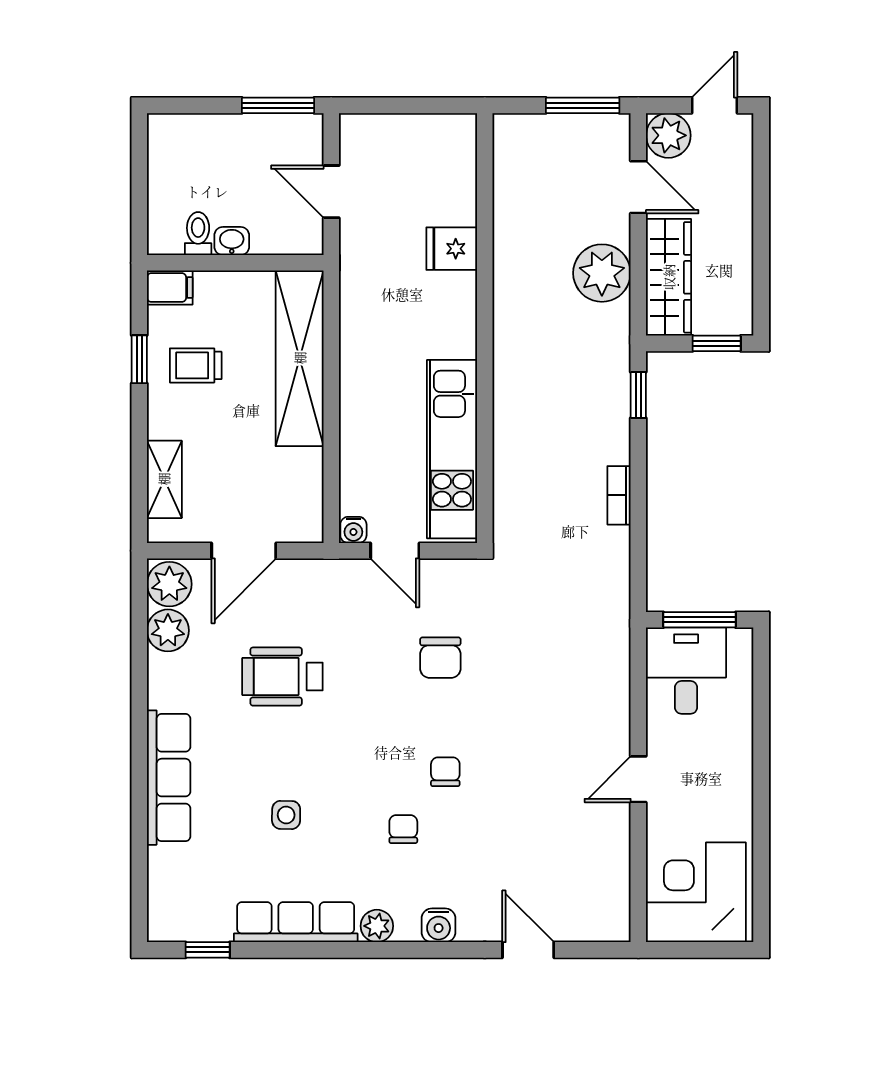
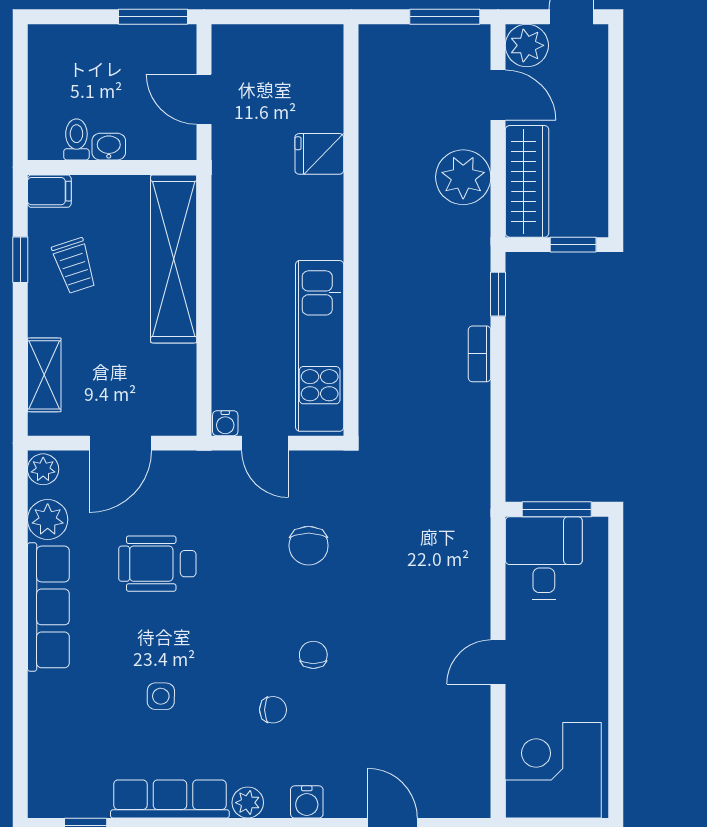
trolley: (196, 365) -> (74, 266), turned -108
bookcase: (619, 495) -> (480, 354), moved
plant: (169, 584) -> (43, 469), width x0.73, depth x0.73
row of seats: (169, 778) -> (48, 607), moved
chair: (403, 829) -> (273, 710), turned 90

